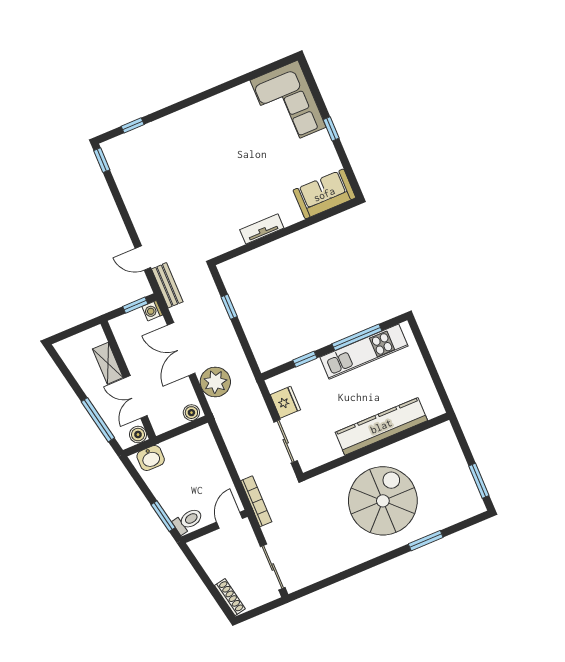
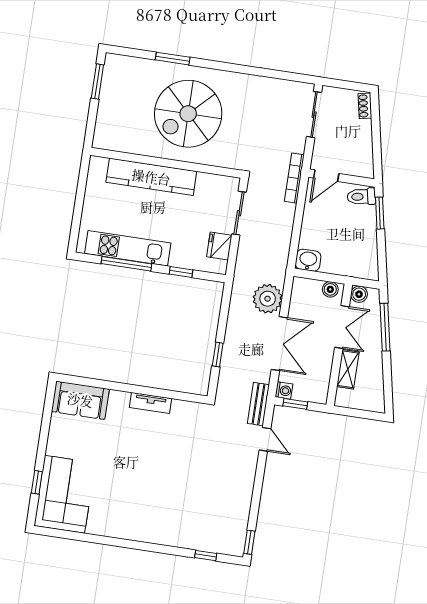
window: (331, 129) -> (37, 482), moved
boiler: (191, 413) -> (330, 289), moved
washbasin: (151, 458) -> (308, 260), moved
shoe rack: (230, 597) -> (365, 106), width x0.70

